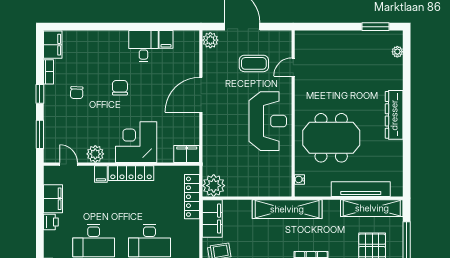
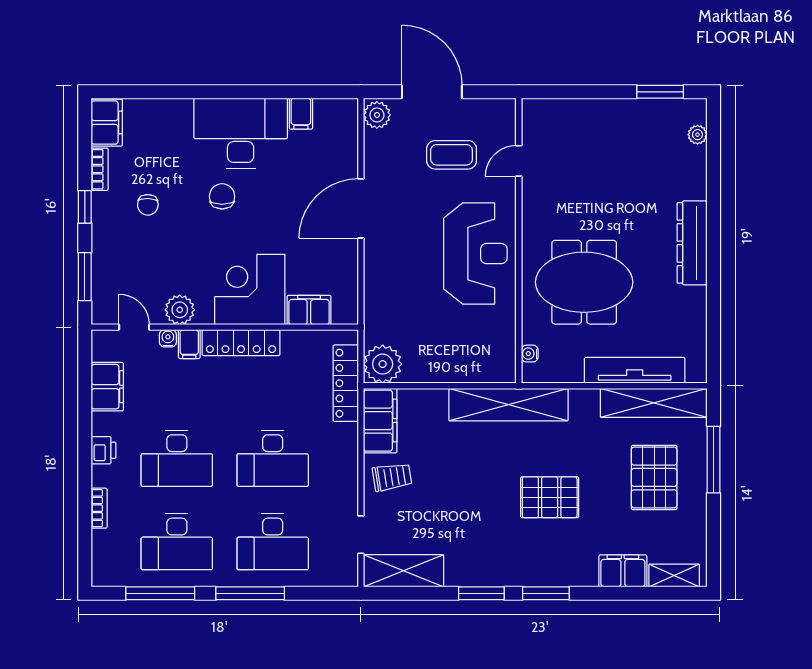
desk: (143, 46) -> (241, 133), width x1.87, depth x1.30
filing cabinet: (187, 154) -> (309, 310), moved
water cooler: (88, 171) -> (168, 338), added
printer: (51, 222) -> (104, 450), moved

